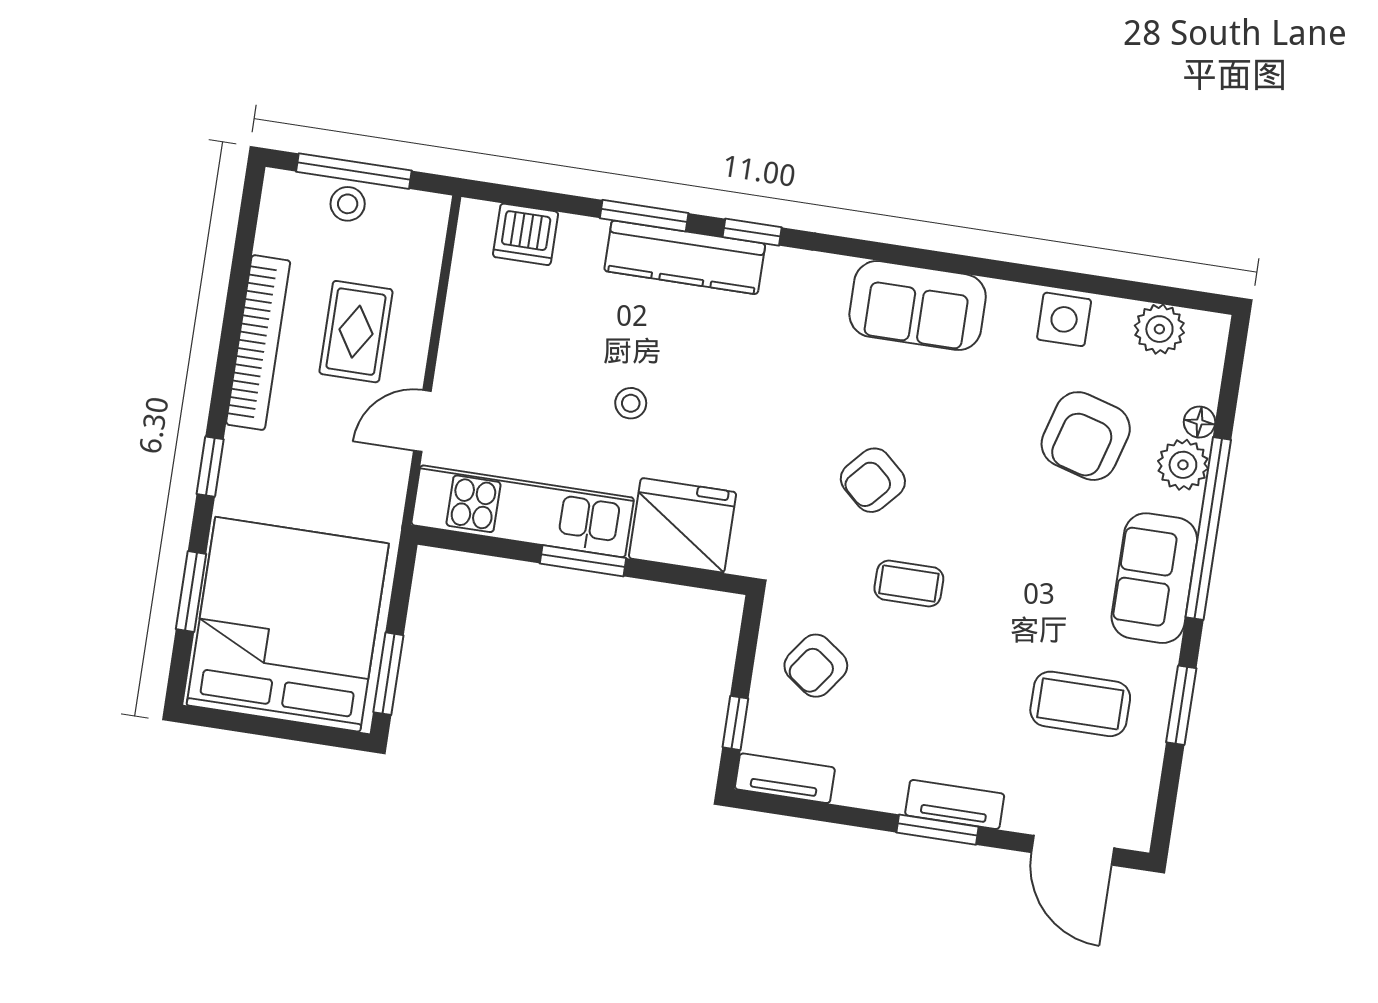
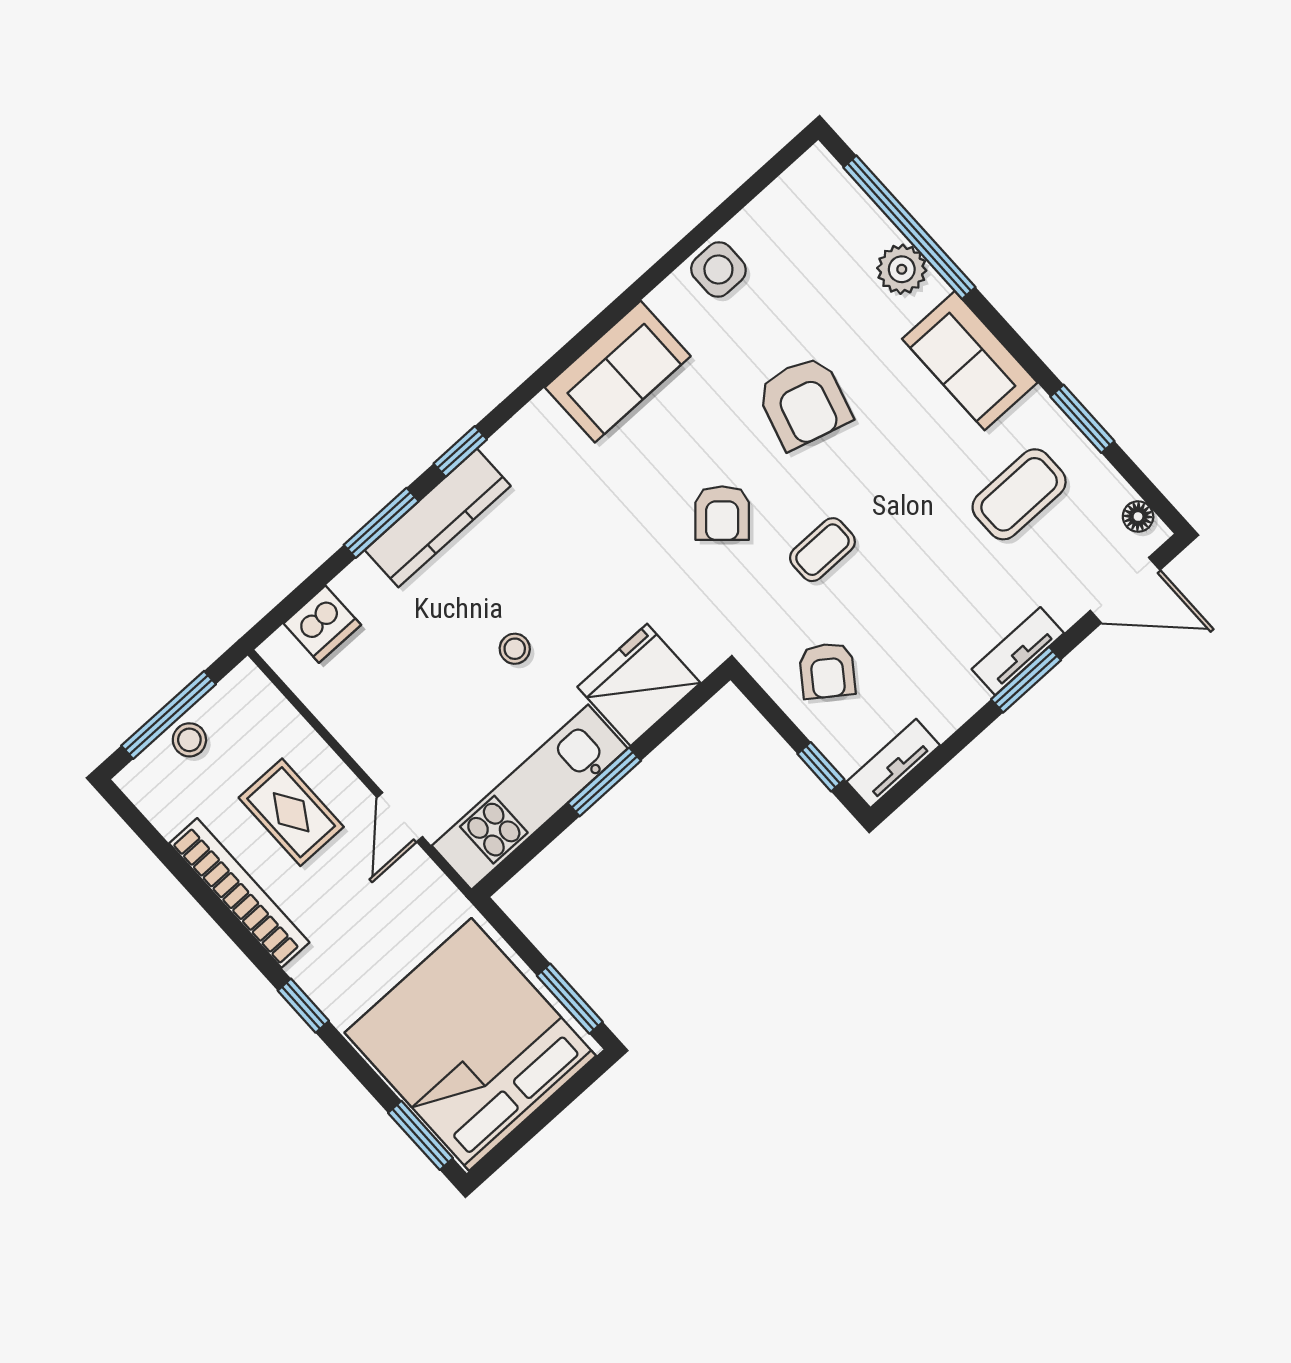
plant: (1159, 329) -> (785, 203), removed
floor lamp: (1199, 422) -> (1138, 517), moved
armchair: (1086, 436) -> (804, 402), moved
window: (1208, 528) -> (909, 227), moved
window: (191, 592) -> (421, 1135), moved

